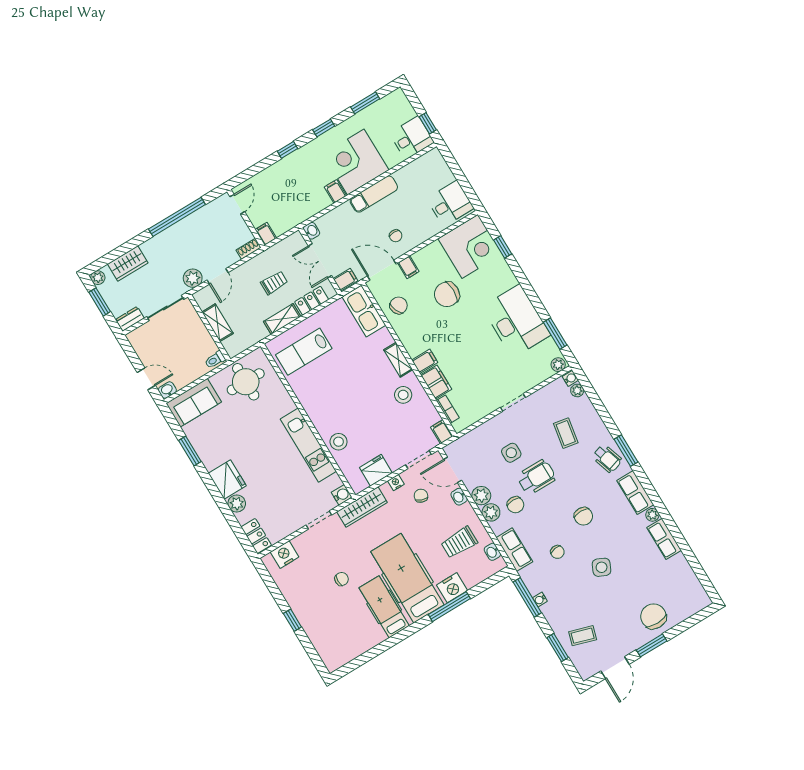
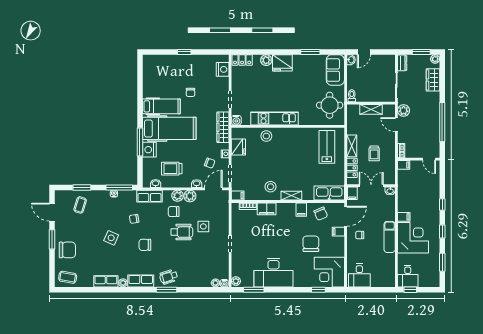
filing cabinet: (425, 361) -> (301, 210), moved
coffee table: (566, 433) -> (68, 277), moved
wheelchair: (536, 477) -> (182, 232), turned -90
trolley: (459, 542) -> (172, 169), turned -90

